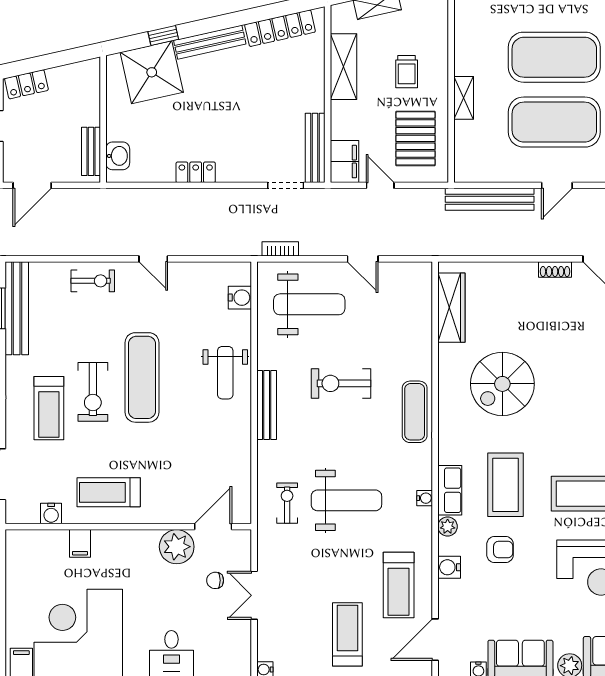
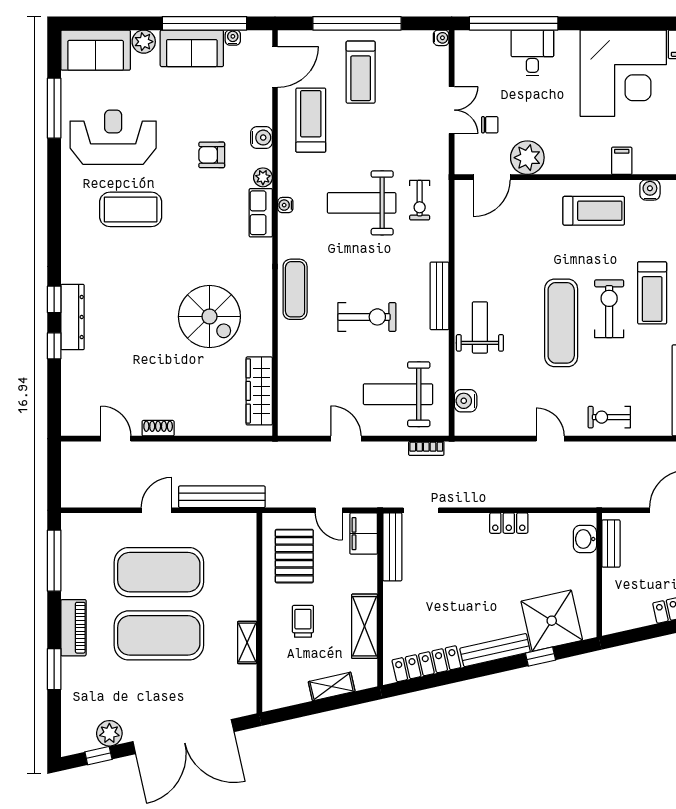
shelving: (464, 98) -> (247, 643), moved
spiral stairs: (502, 384) -> (209, 317), turned 90
treadmill: (49, 408) -> (652, 293), turned 180
coffee table: (506, 485) -> (206, 218), removed

